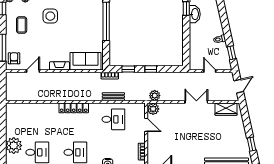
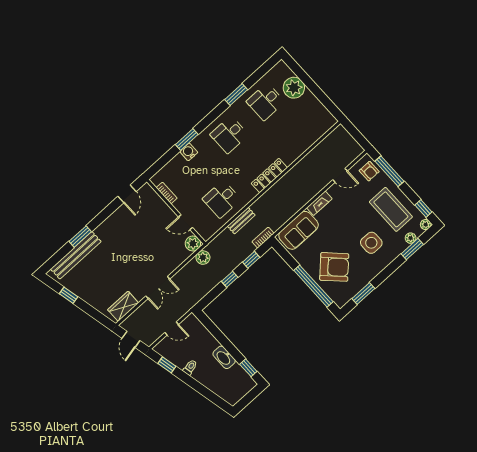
washbasin: (195, 14) -> (224, 357), moved
armchair: (84, 21) -> (334, 267), added
coffee table: (22, 25) -> (391, 209), width x1.86, depth x1.72
door: (33, 71) -> (340, 175), hinge flipped

